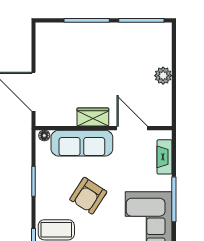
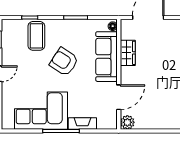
plant: (163, 76) -> (127, 122), moved
wardrobe: (93, 117) -> (128, 53), moved
fireplace: (165, 157) -> (82, 123), moved

